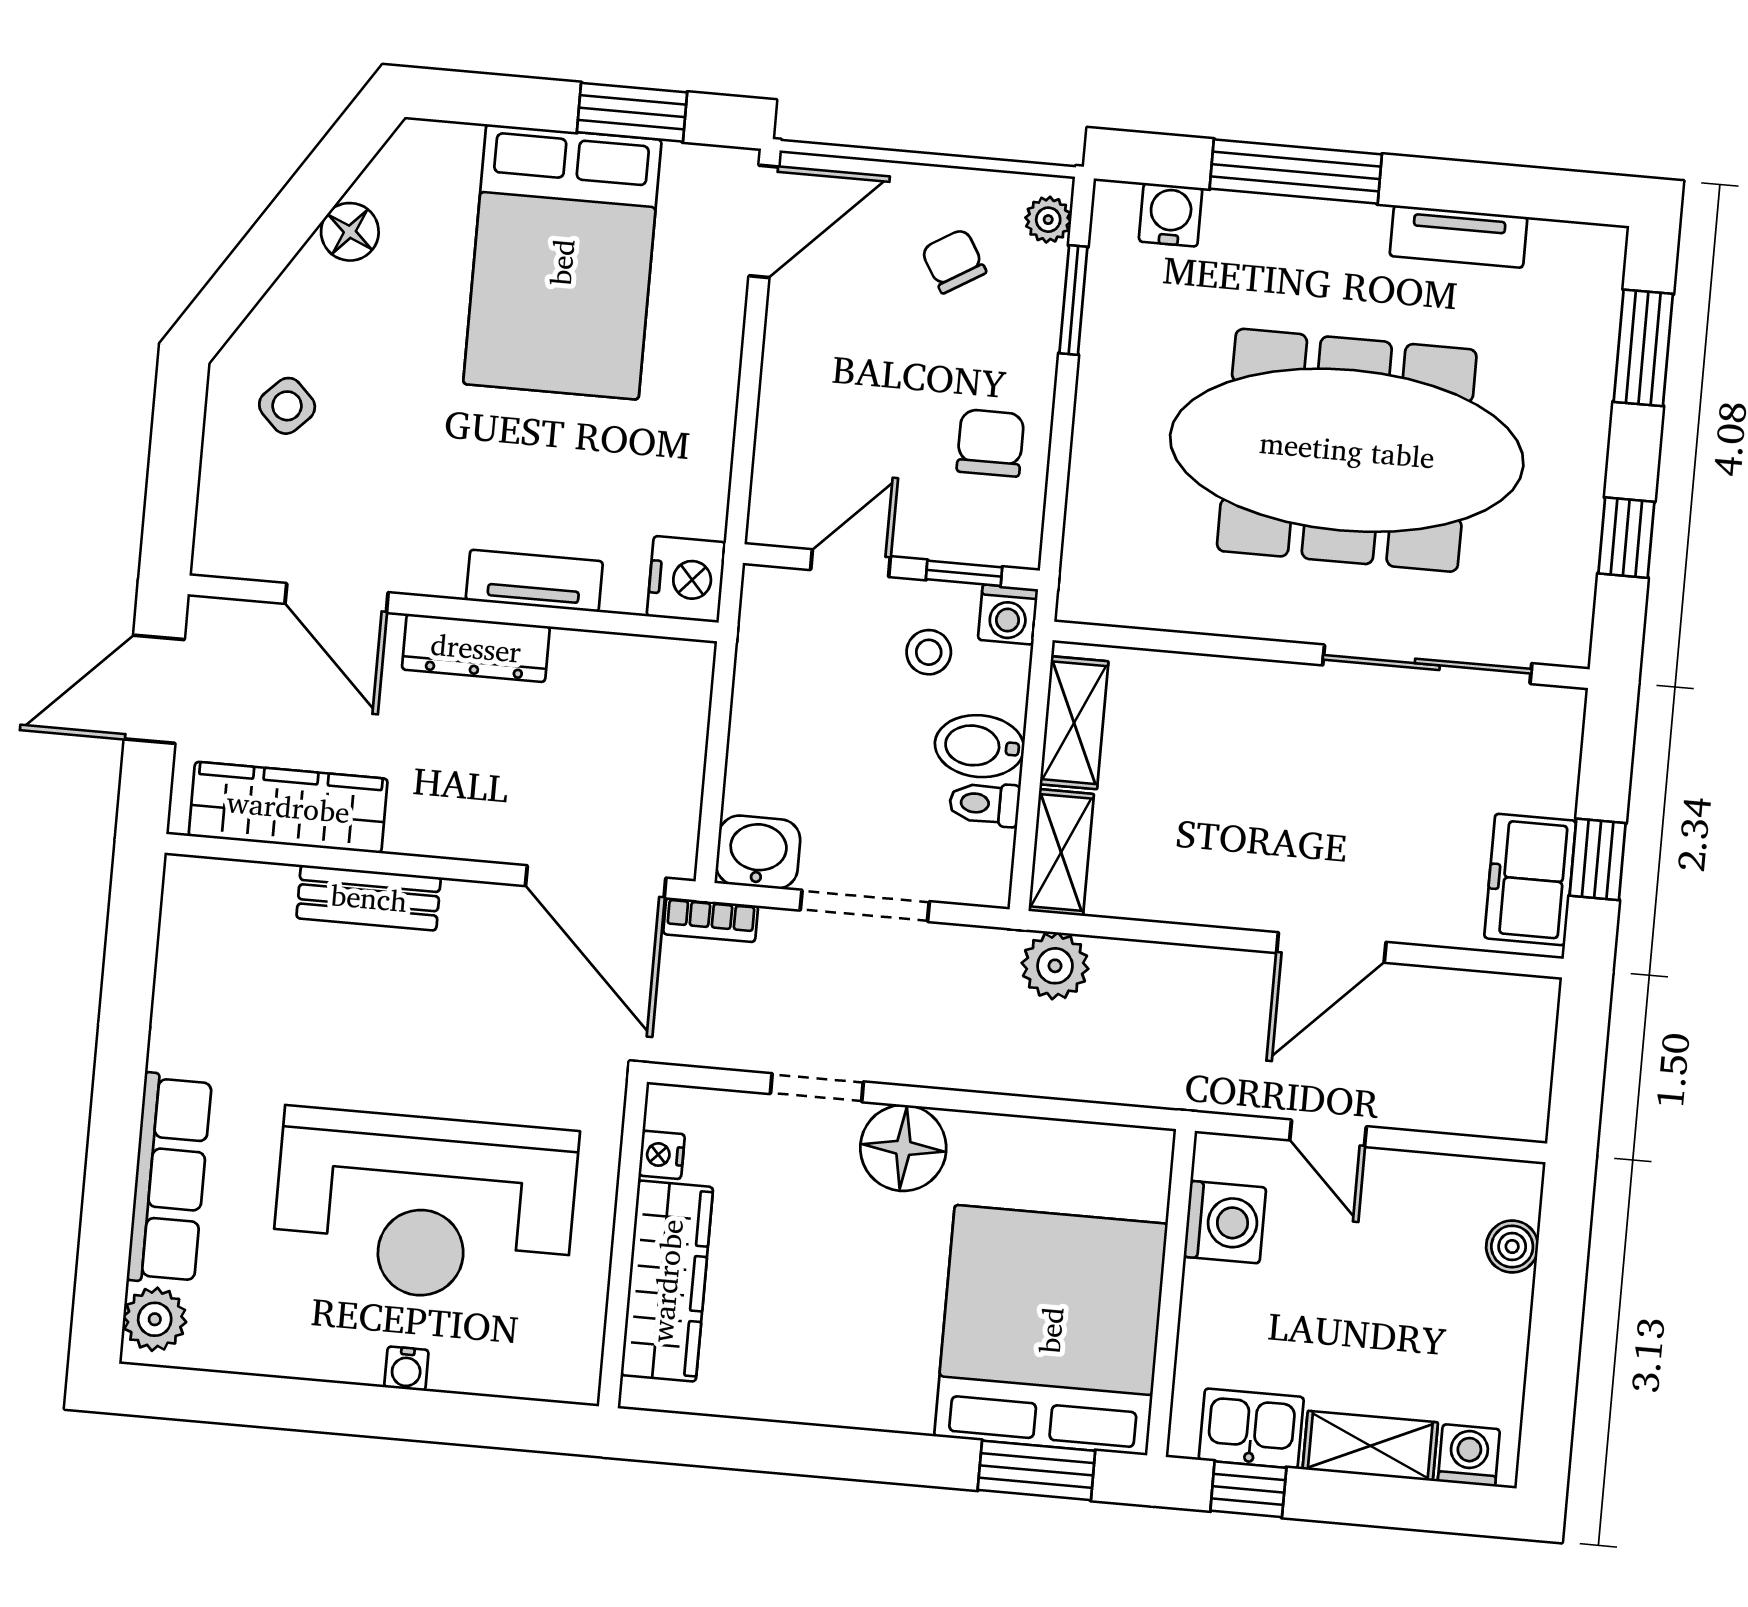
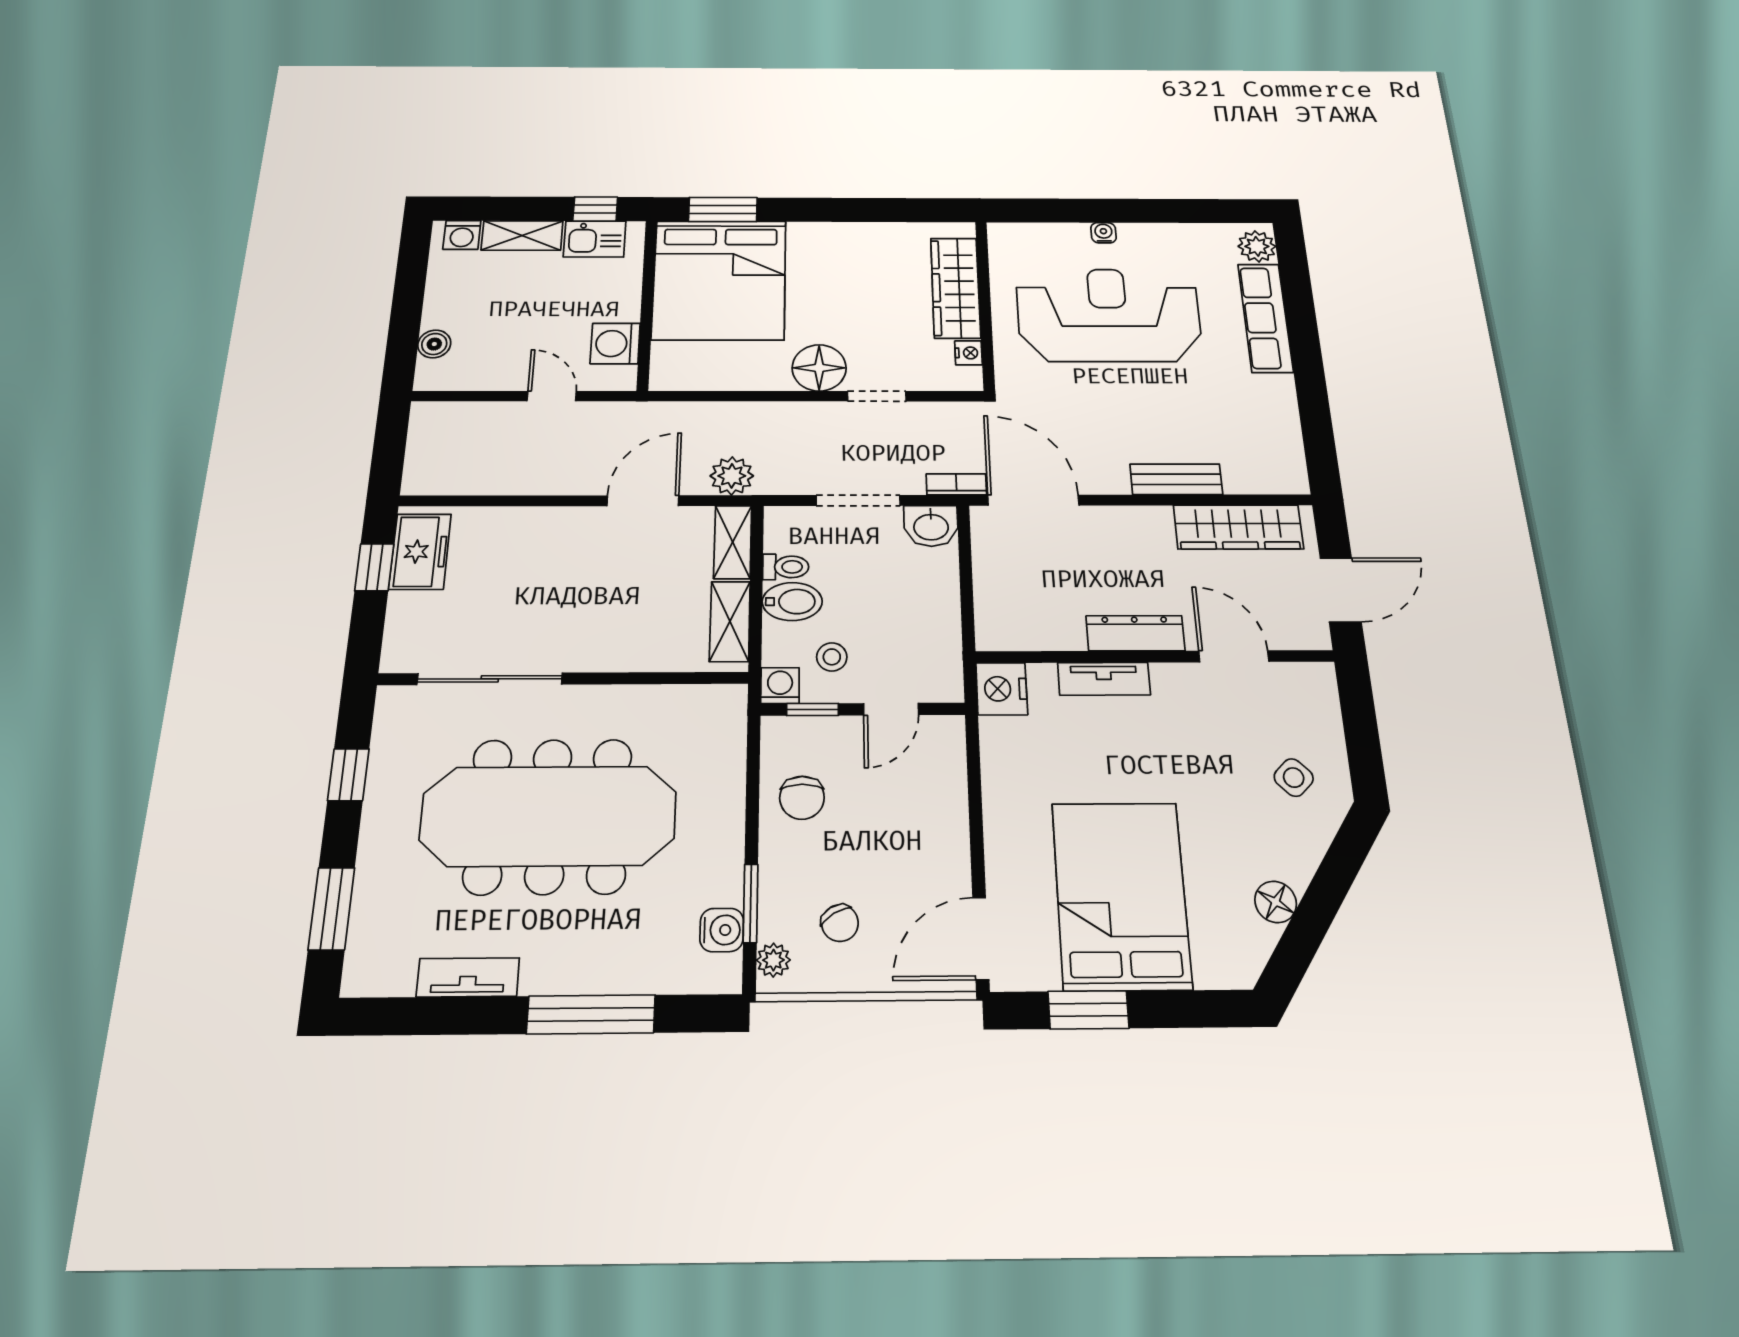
water cooler: (1171, 215) -> (722, 930), moved, turned -90
door: (1331, 947) -> (643, 501), moved

